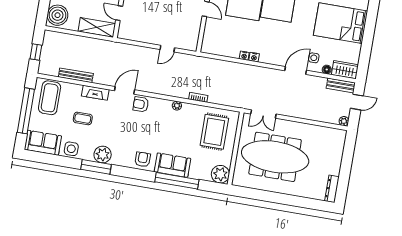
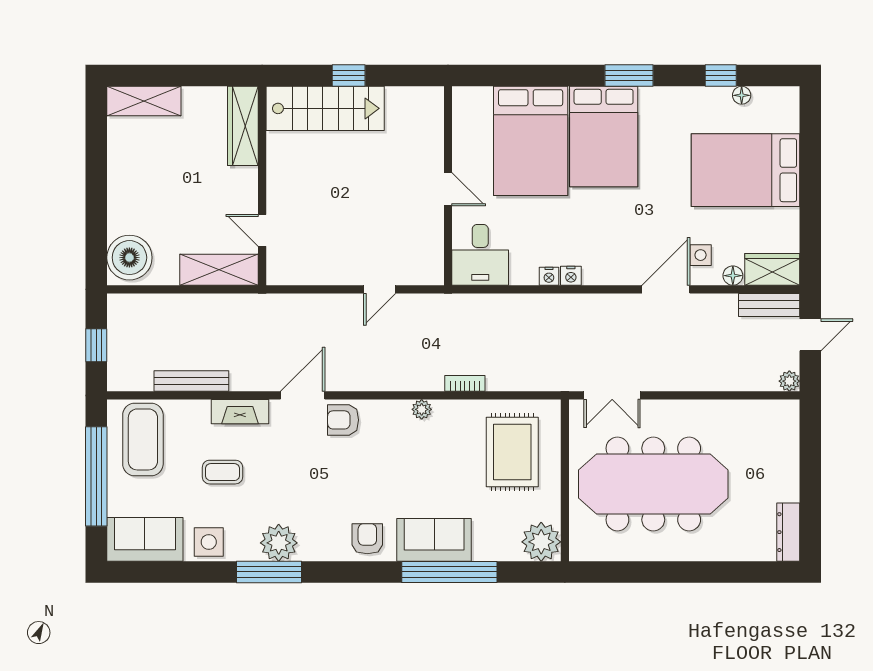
desk: (215, 41) -> (480, 255), added

